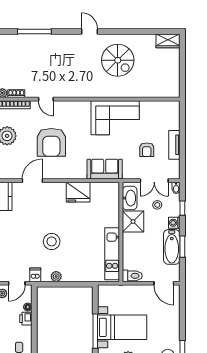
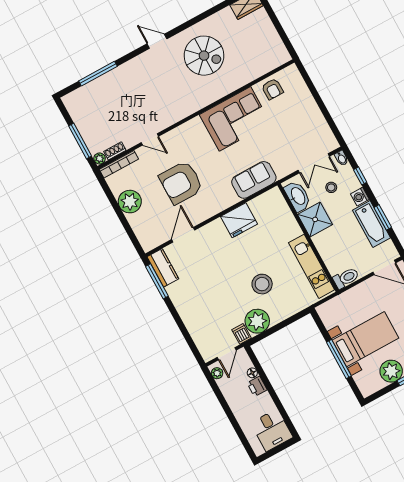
armchair: (51, 142) -> (181, 182), turned 90
tv unit: (174, 145) -> (314, 113), removed
armchair: (147, 150) -> (272, 89), moved
stool: (52, 241) -> (262, 284), moved
plant: (56, 276) -> (257, 321), width x1.88, depth x1.88

